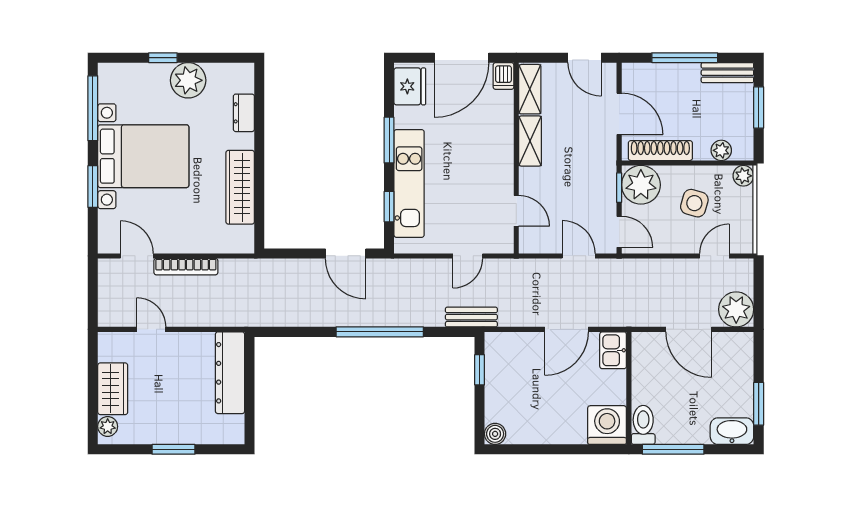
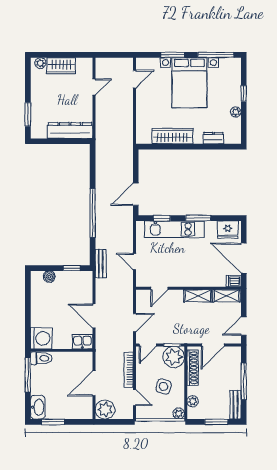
plant: (188, 80) -> (236, 112), width x0.53, depth x0.53
bookcase: (186, 267) -> (129, 370), moved
boiler: (495, 434) -> (49, 277), moved
window: (174, 449) -> (28, 114), moved

